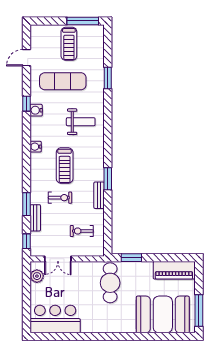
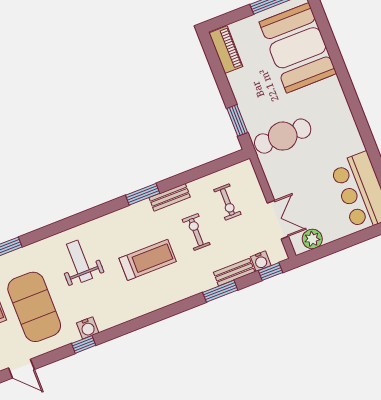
exercise mat: (63, 81) -> (34, 307), width x1.47
water cooler: (36, 147) -> (261, 261), moved
exercise bike: (60, 198) -> (196, 232), moved
piano: (174, 270) -> (226, 50), width x0.73, depth x0.75

